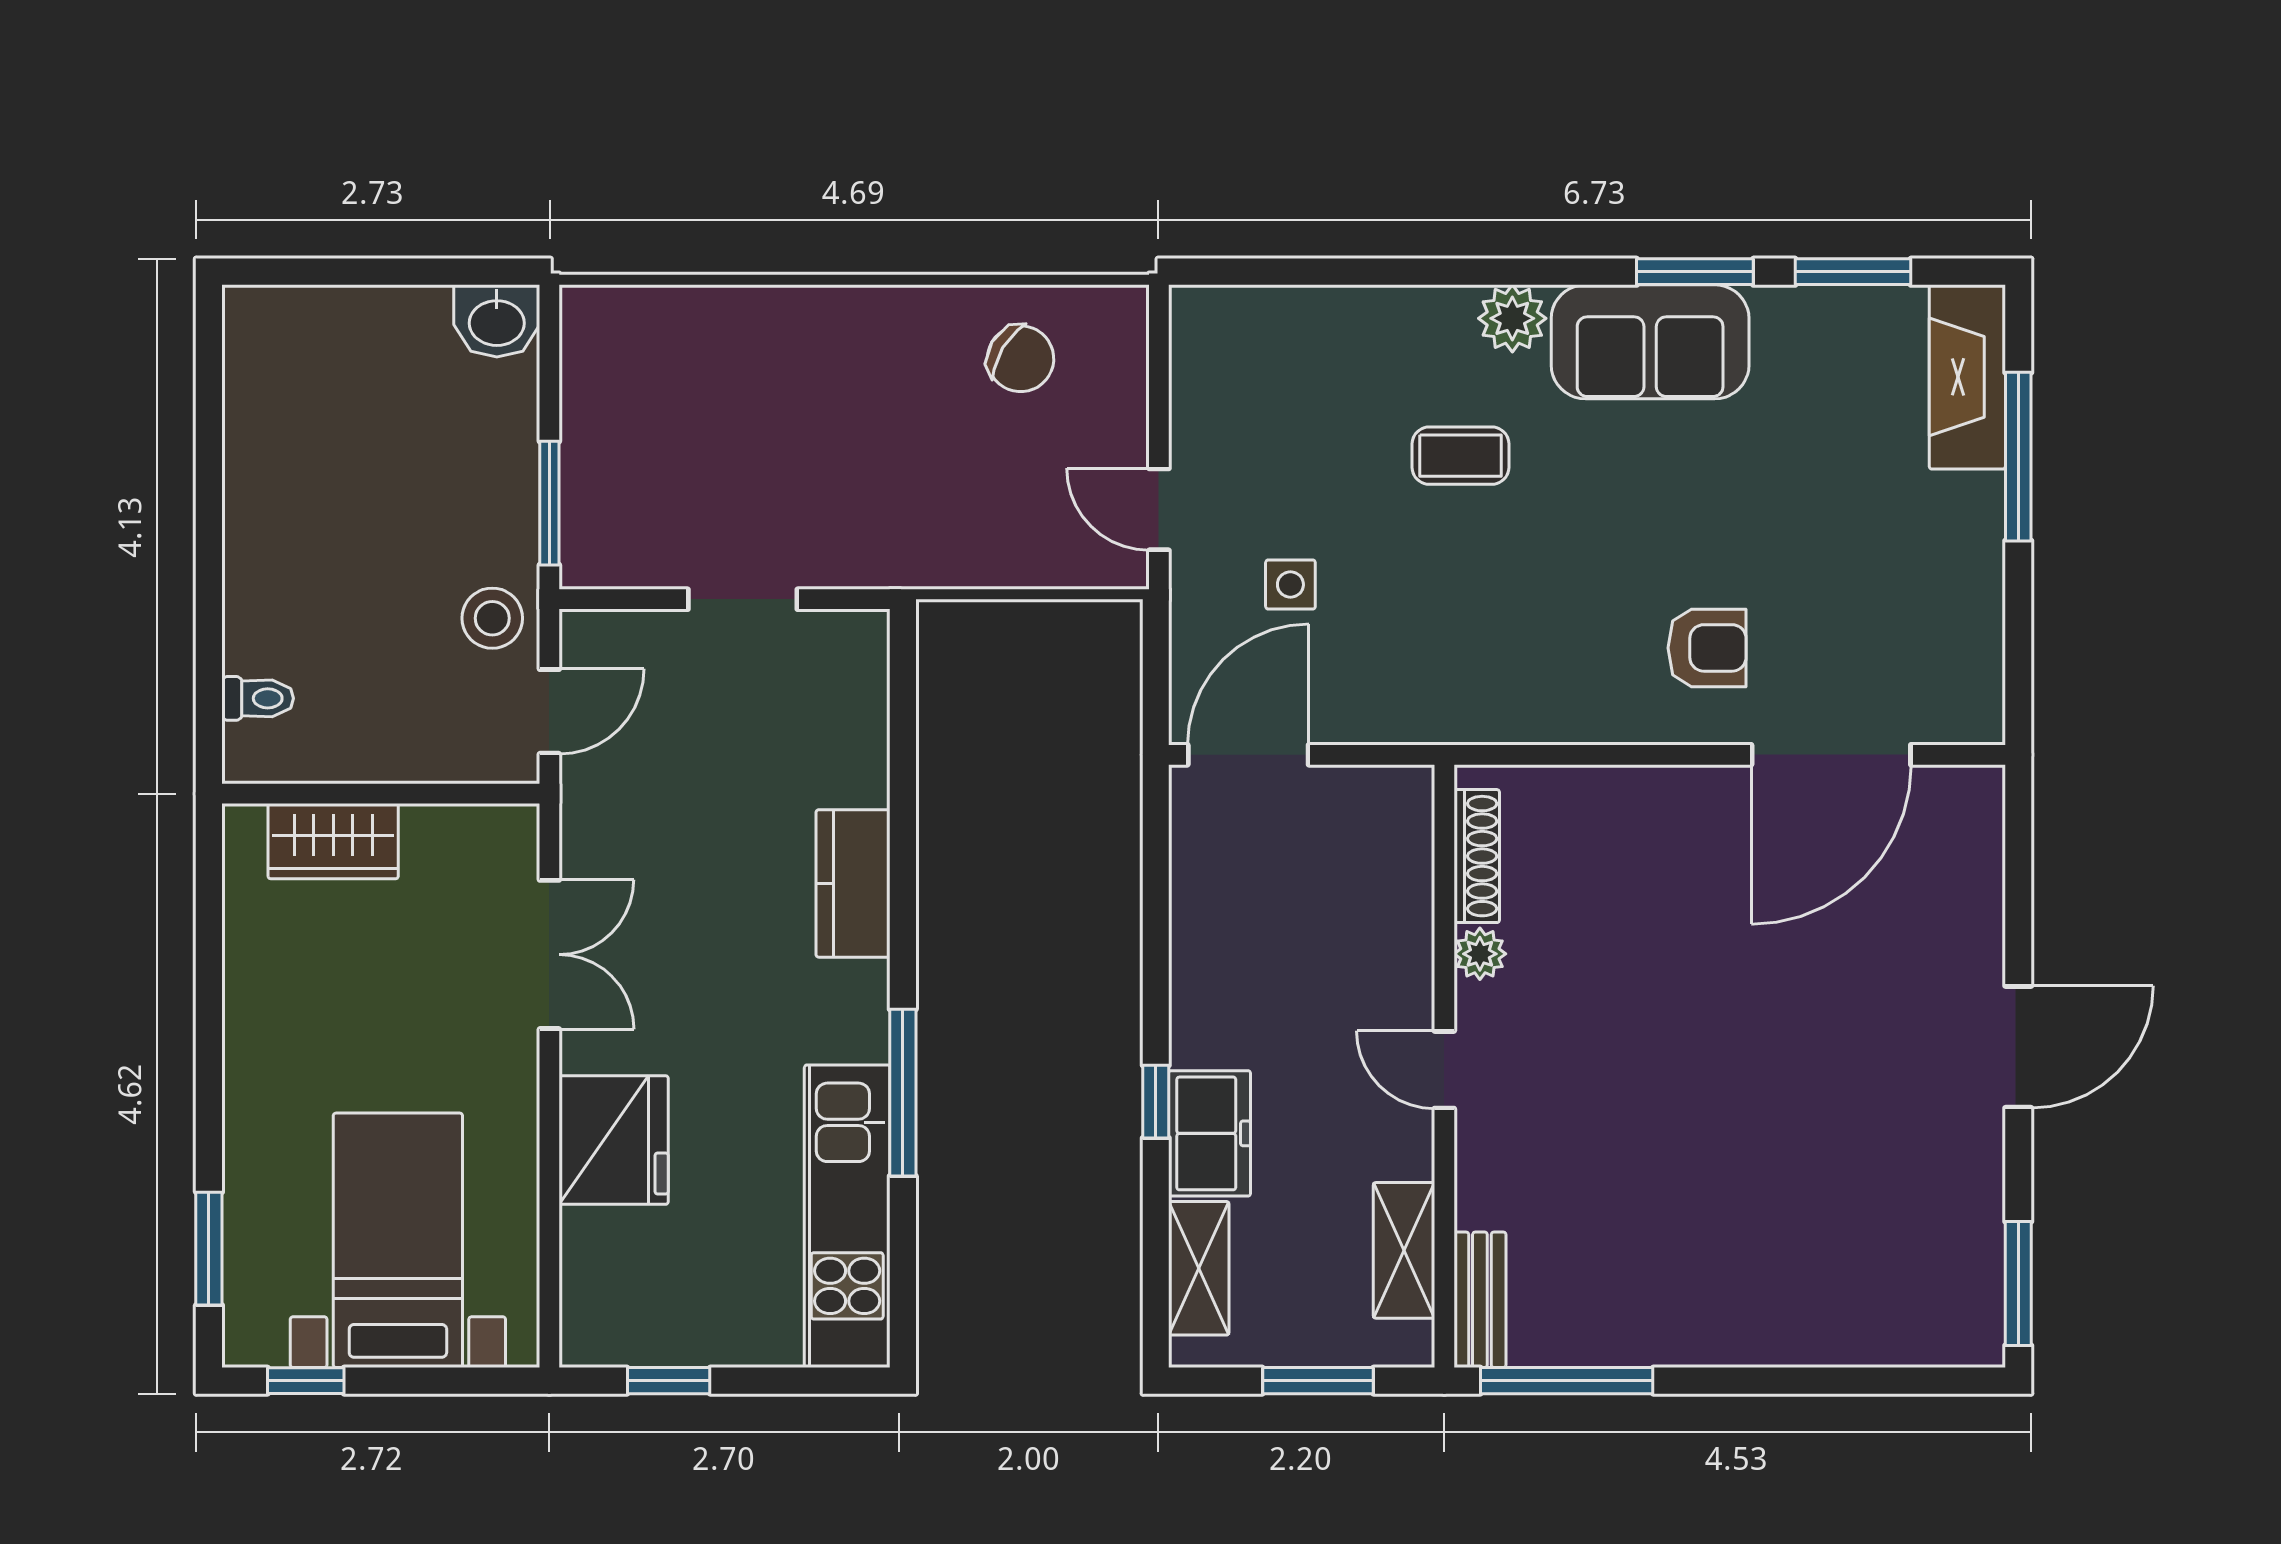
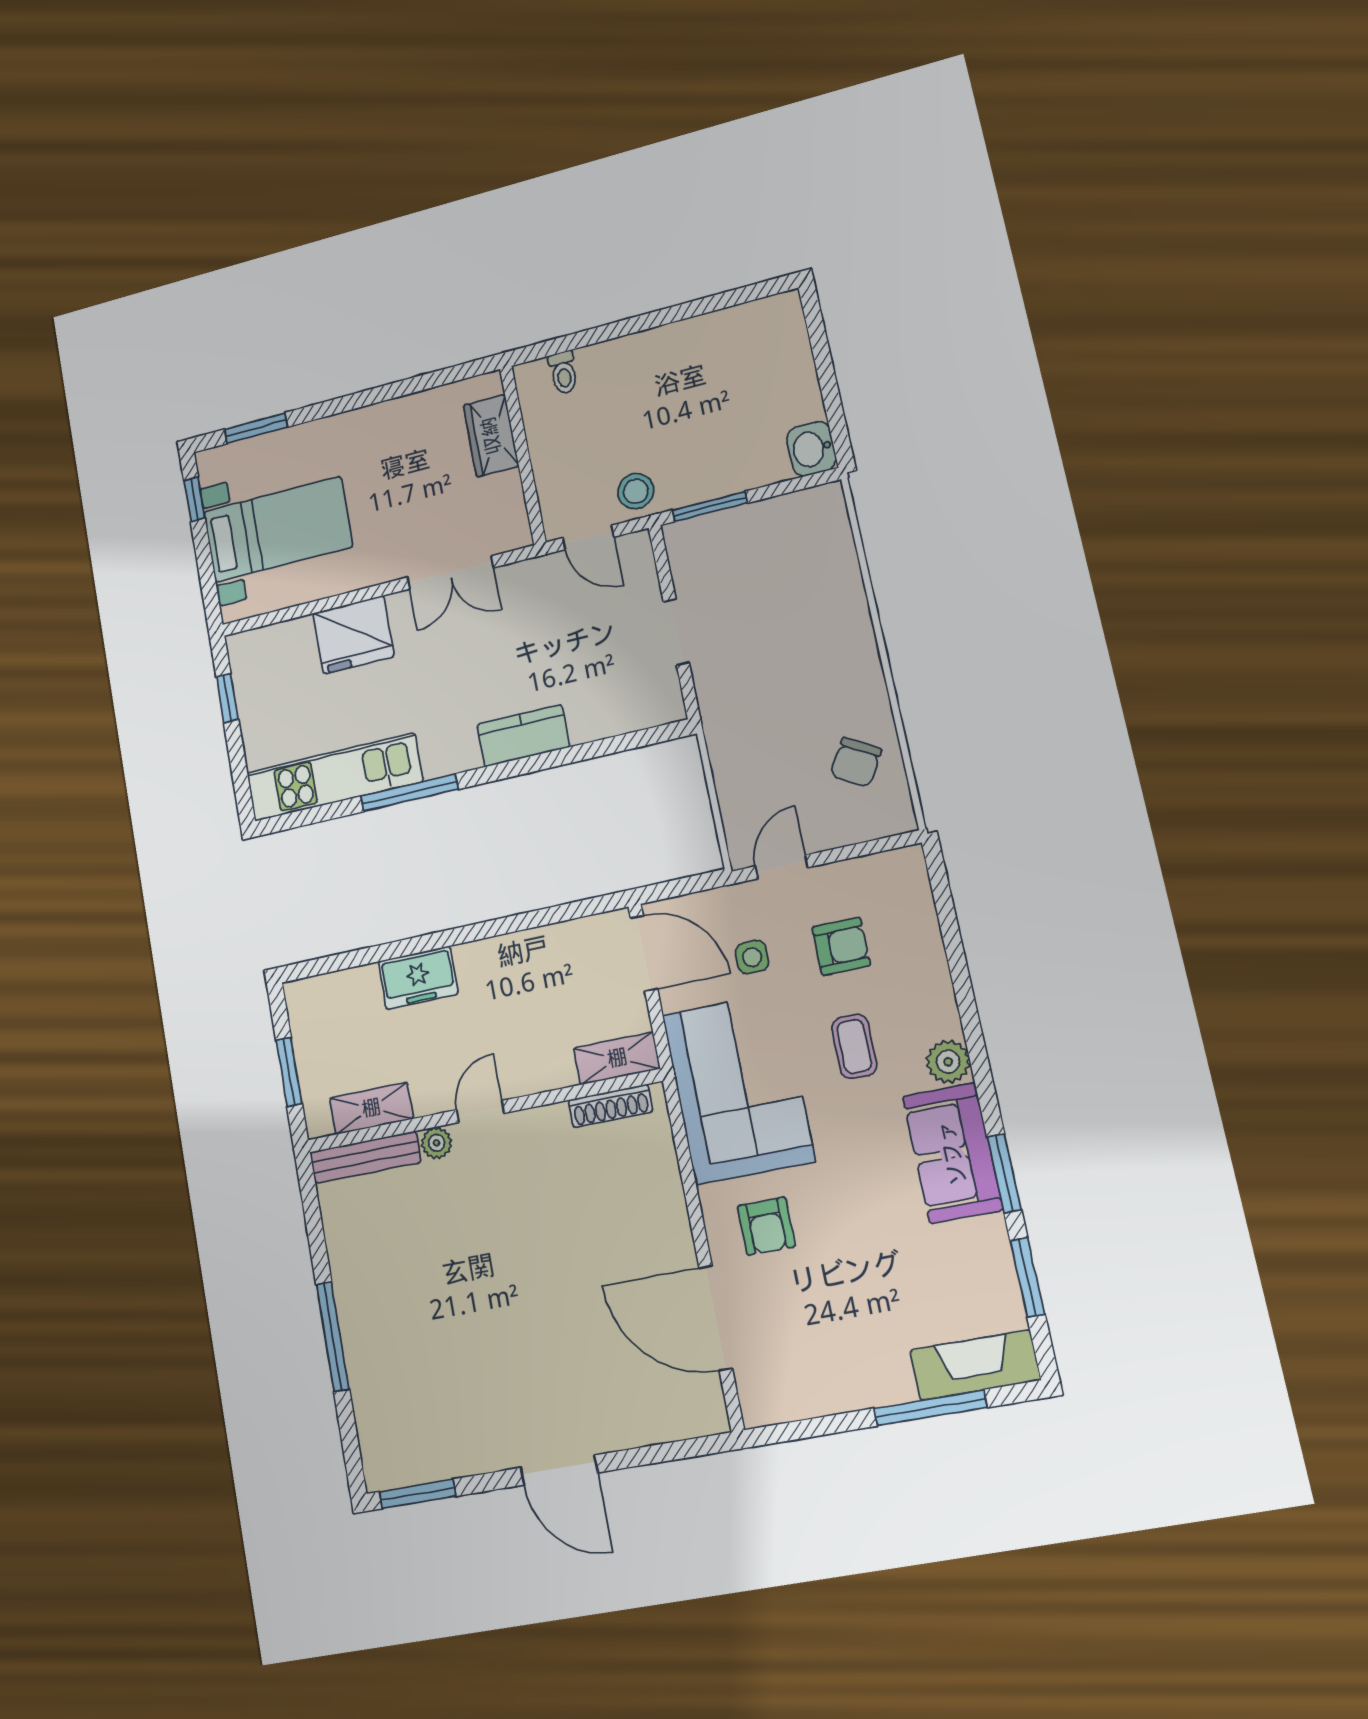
armchair: (1303, 443) -> (841, 946), added
corner sofa: (1489, 648) -> (738, 1088), added
plant: (1480, 954) -> (436, 1143), moved
window: (1156, 1102) -> (431, 942), removed
shelving: (1199, 1268) -> (617, 1058), moved
bench: (1480, 1300) -> (365, 1157), width x1.36
window: (1567, 1381) -> (333, 1337), moved

